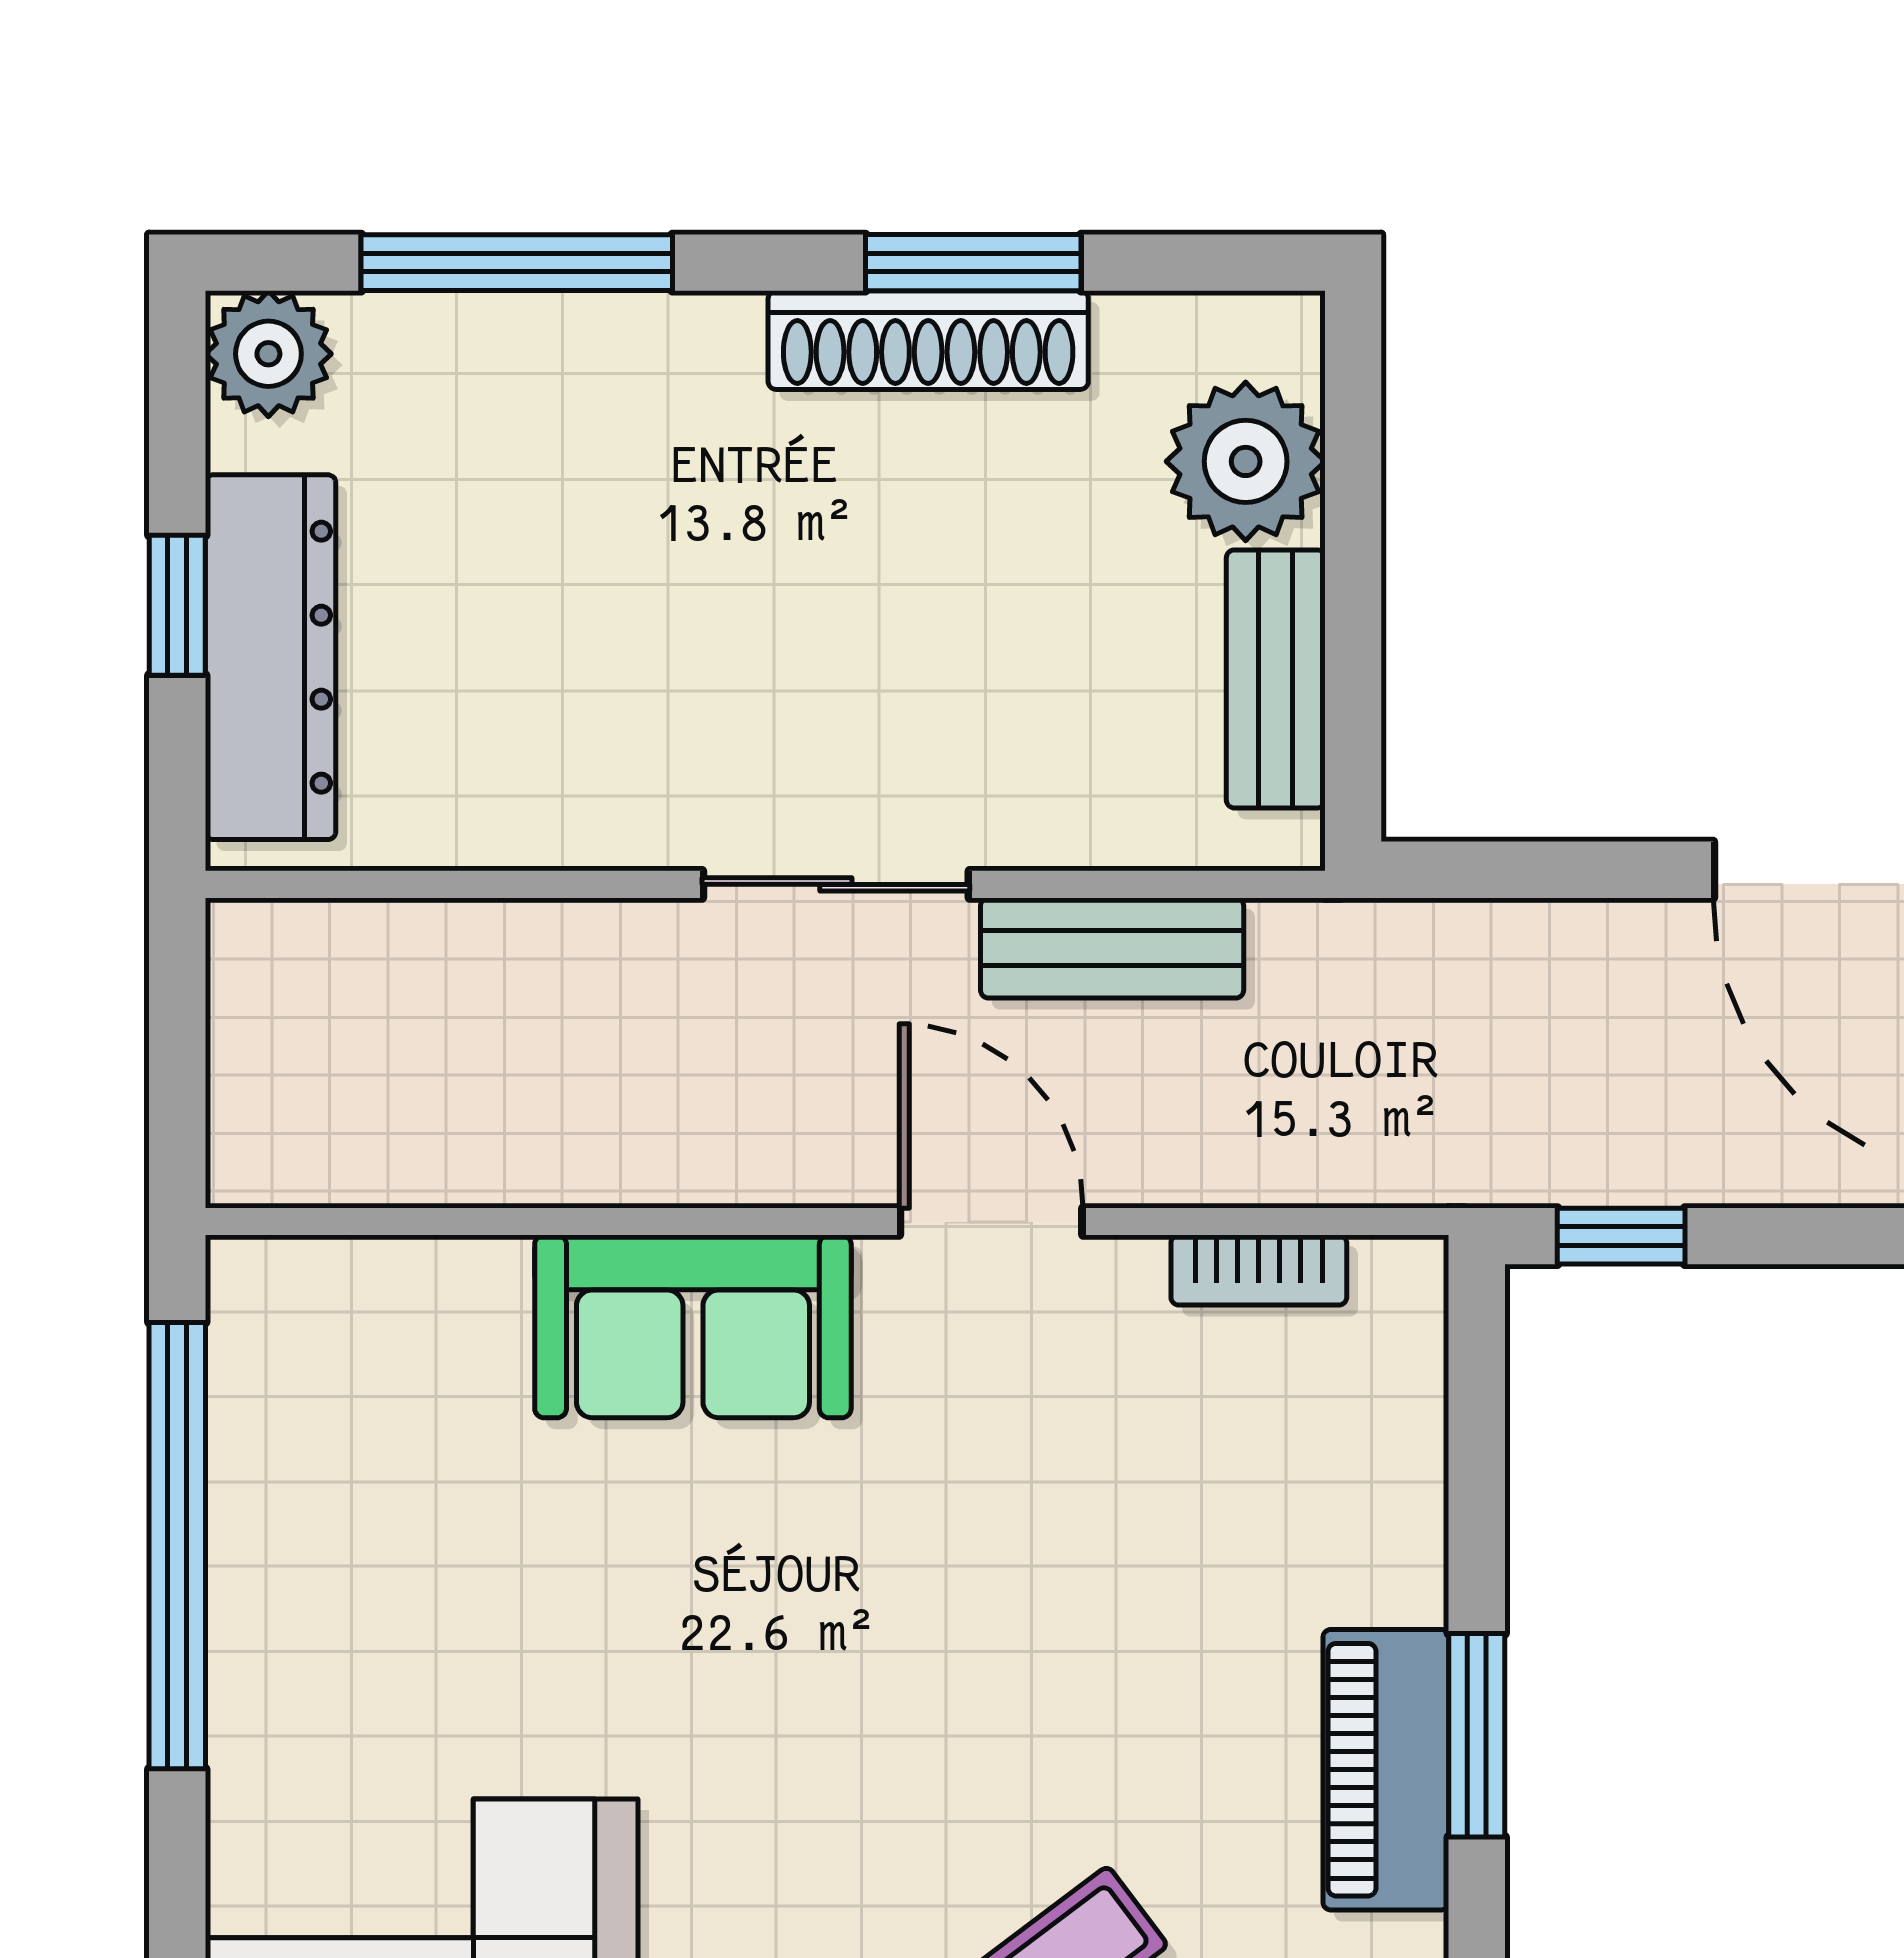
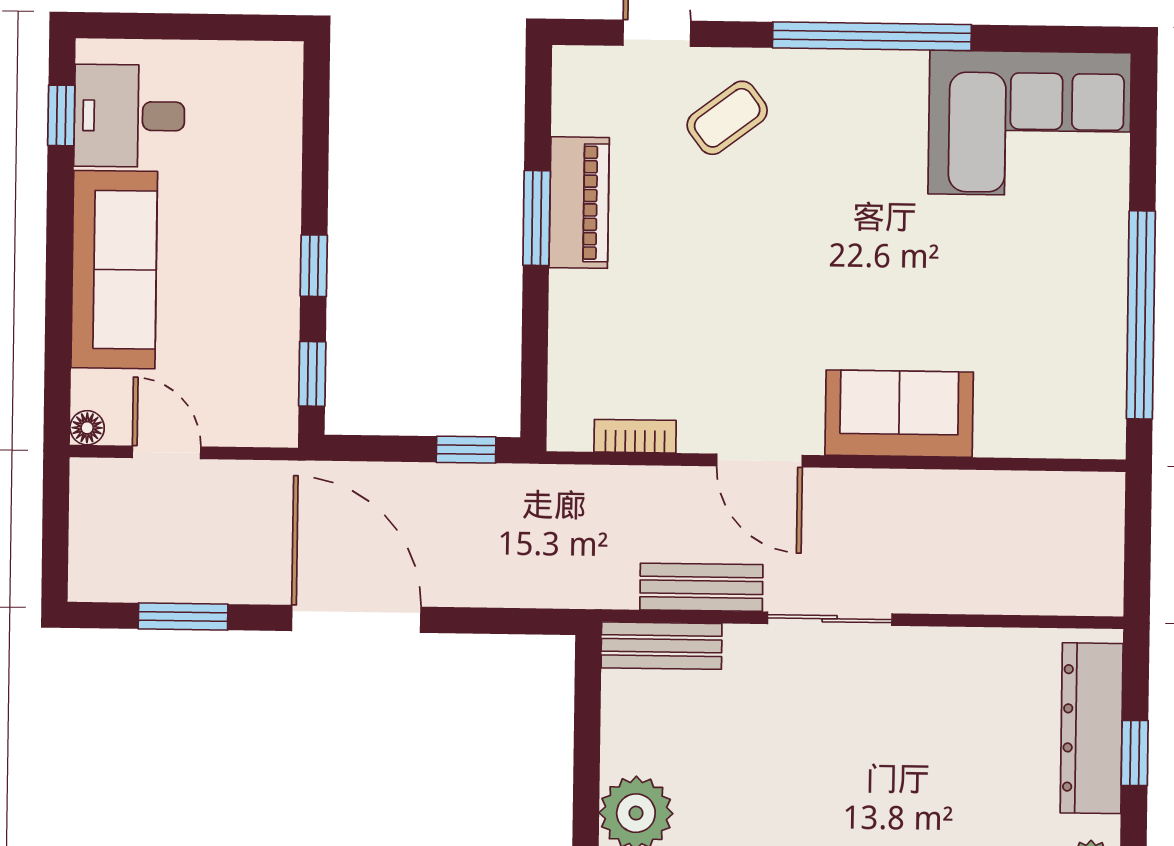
bench: (1276, 679) -> (661, 646), moved, turned 90

